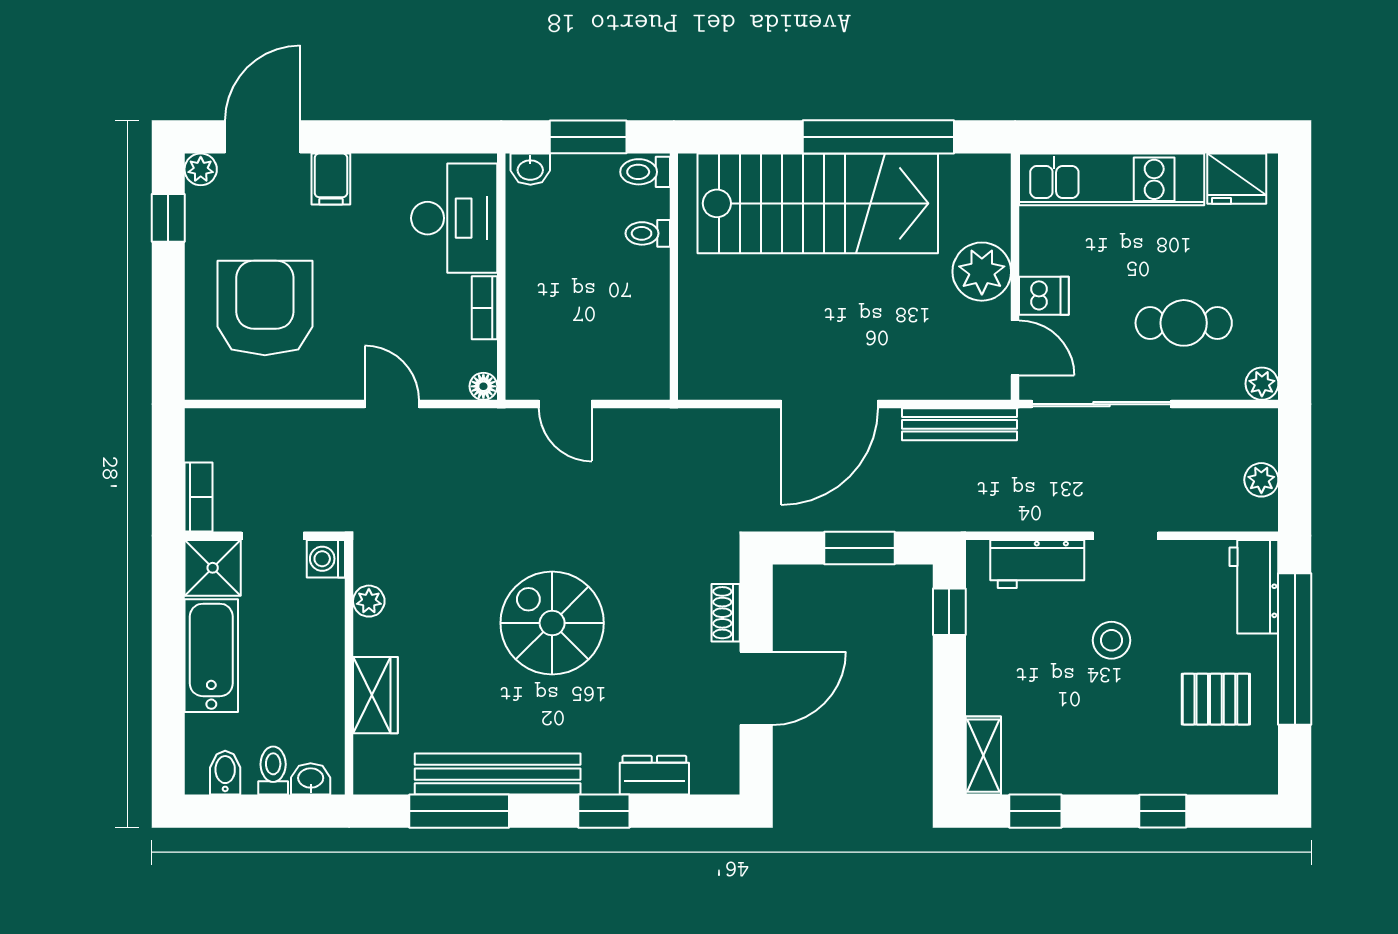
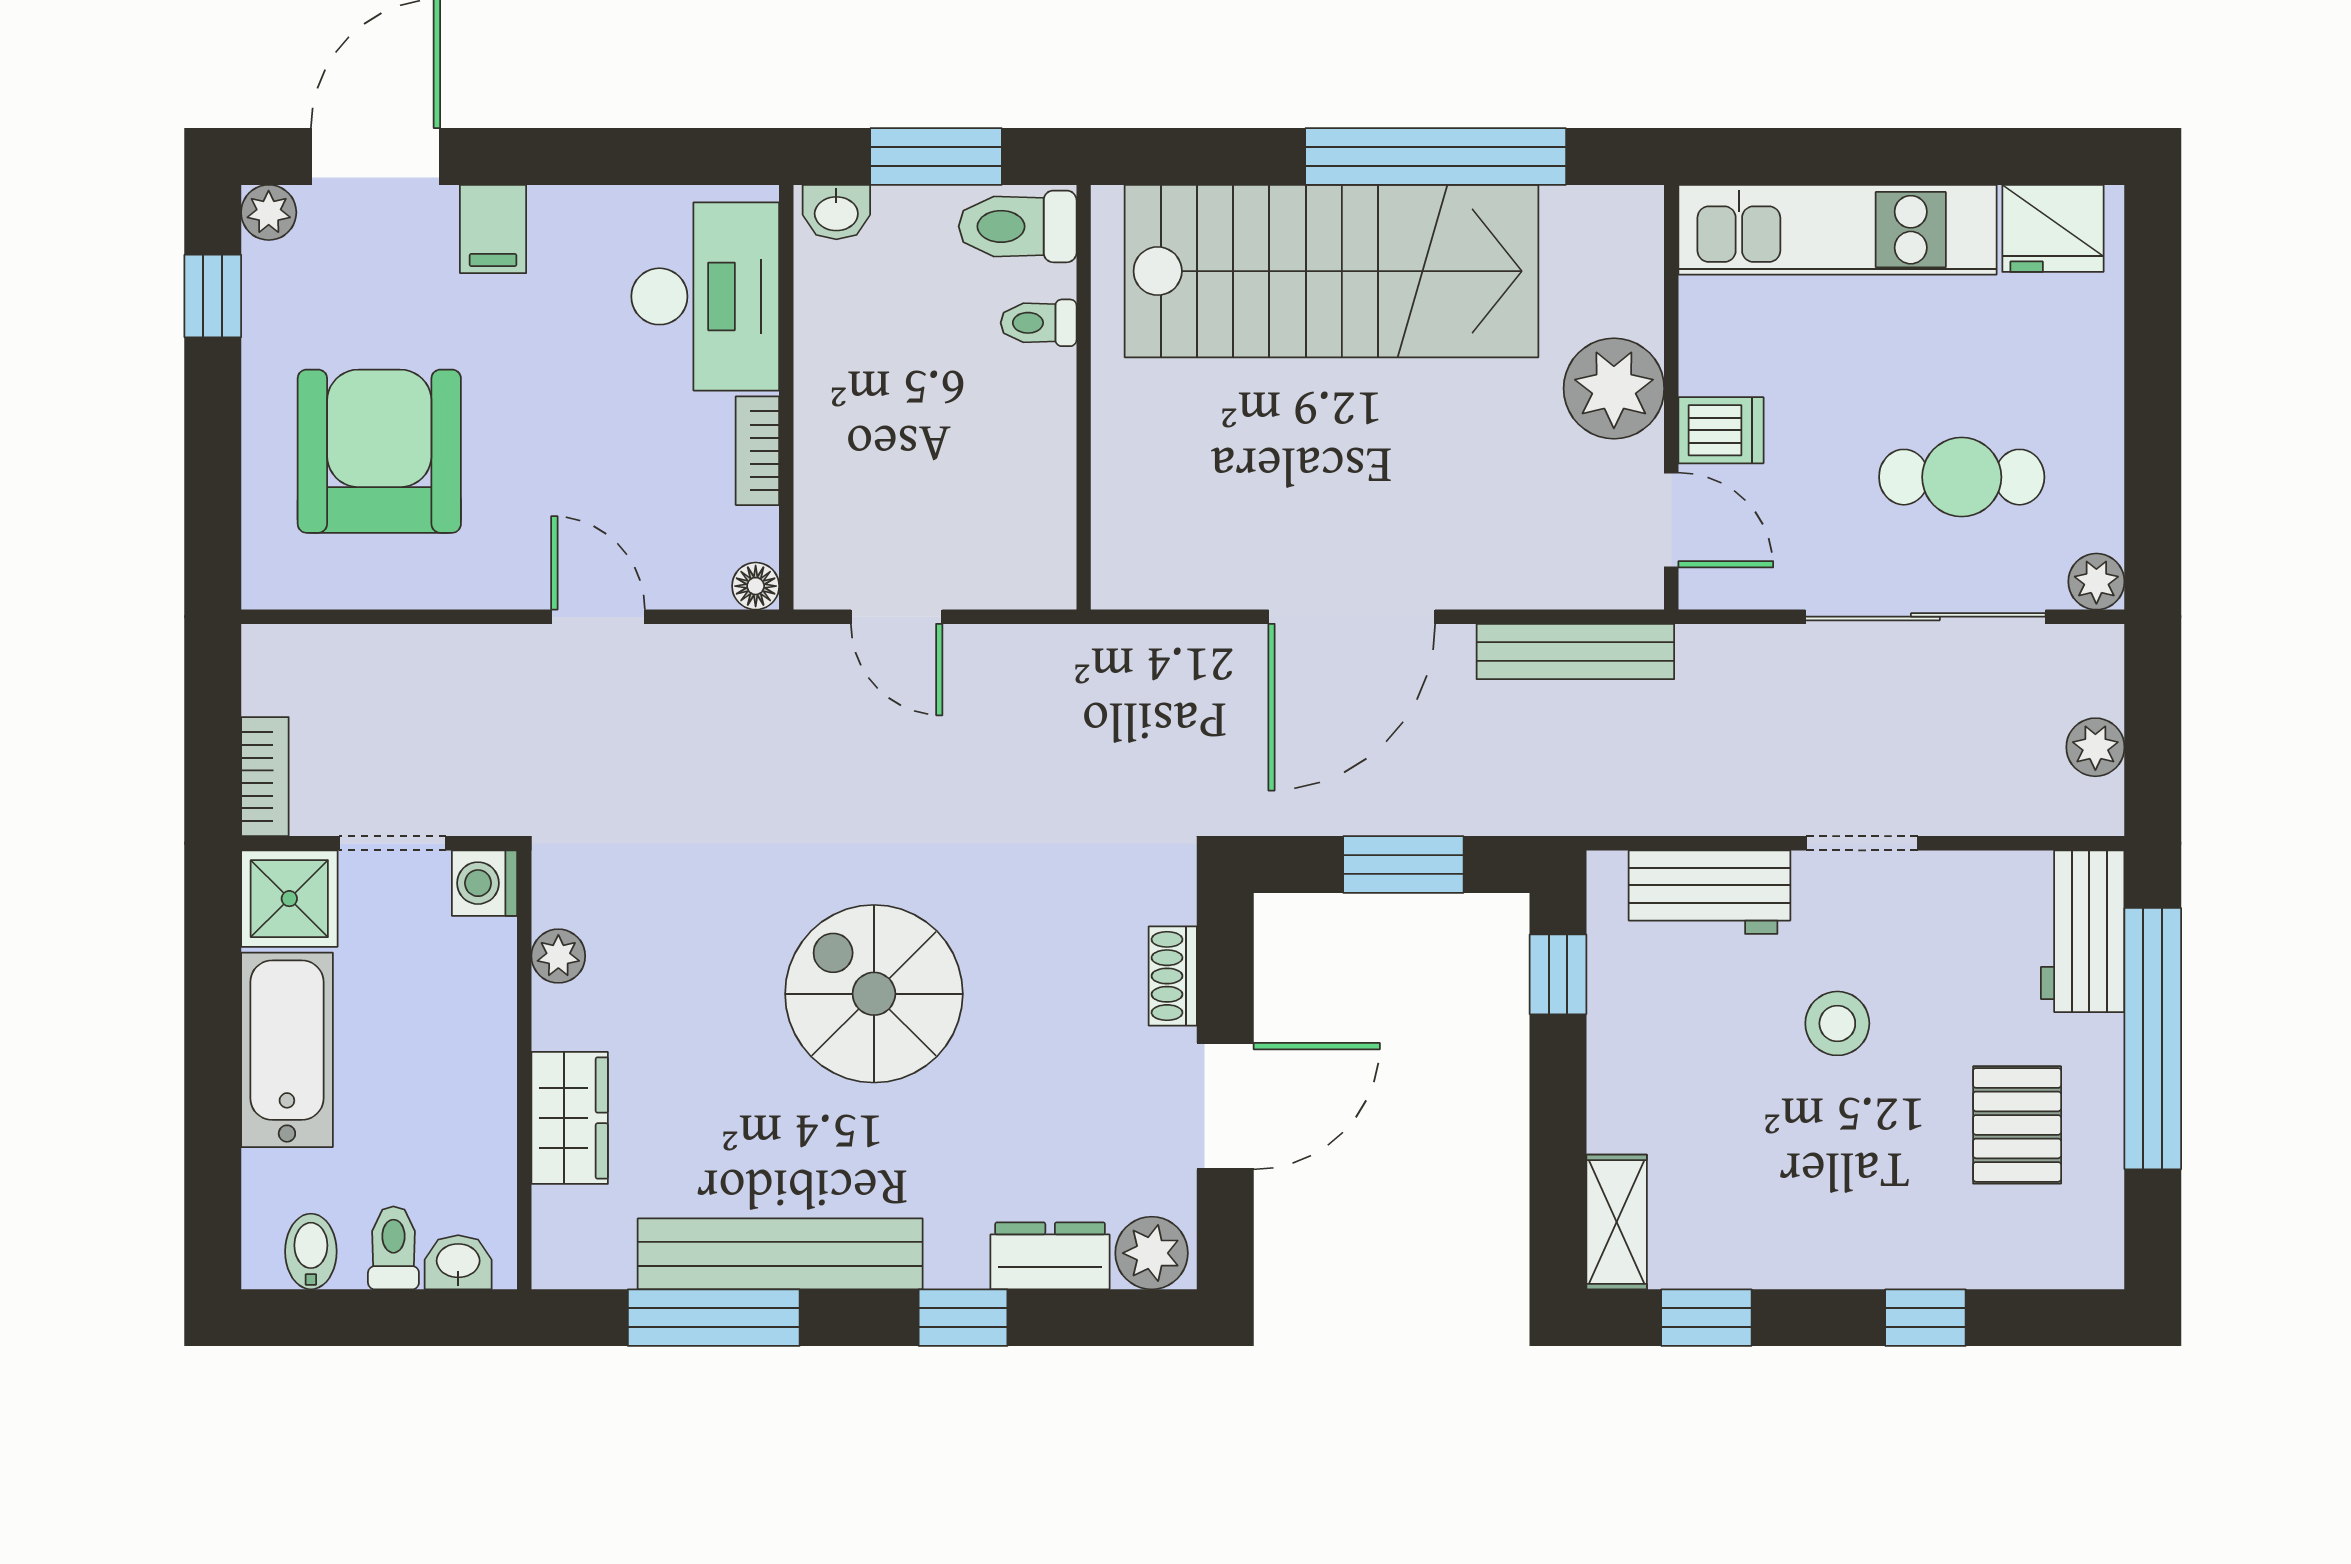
toilet: (645, 172) -> (1018, 226), width x1.37, depth x1.39
sliding door: (1101, 404) -> (1925, 617), moved
pallet: (1216, 699) -> (2017, 1125), turned 90
plant: (713, 774) -> (1152, 1253), added

